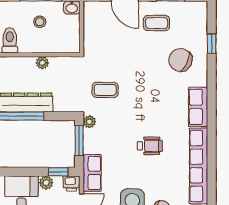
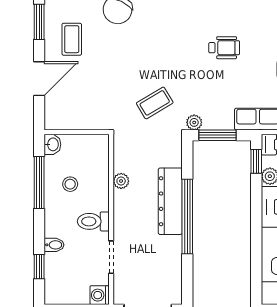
coffee table: (105, 90) -> (155, 103), turned 59
wheelchair: (150, 146) -> (224, 48), turned 90

